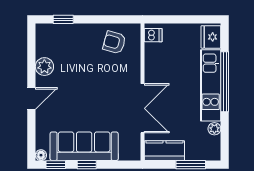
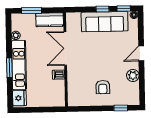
dishwasher: (153, 35) -> (58, 75), moved
armchair: (114, 42) -> (103, 87), moved, turned 74
window: (225, 82) -> (9, 68), width x0.47

